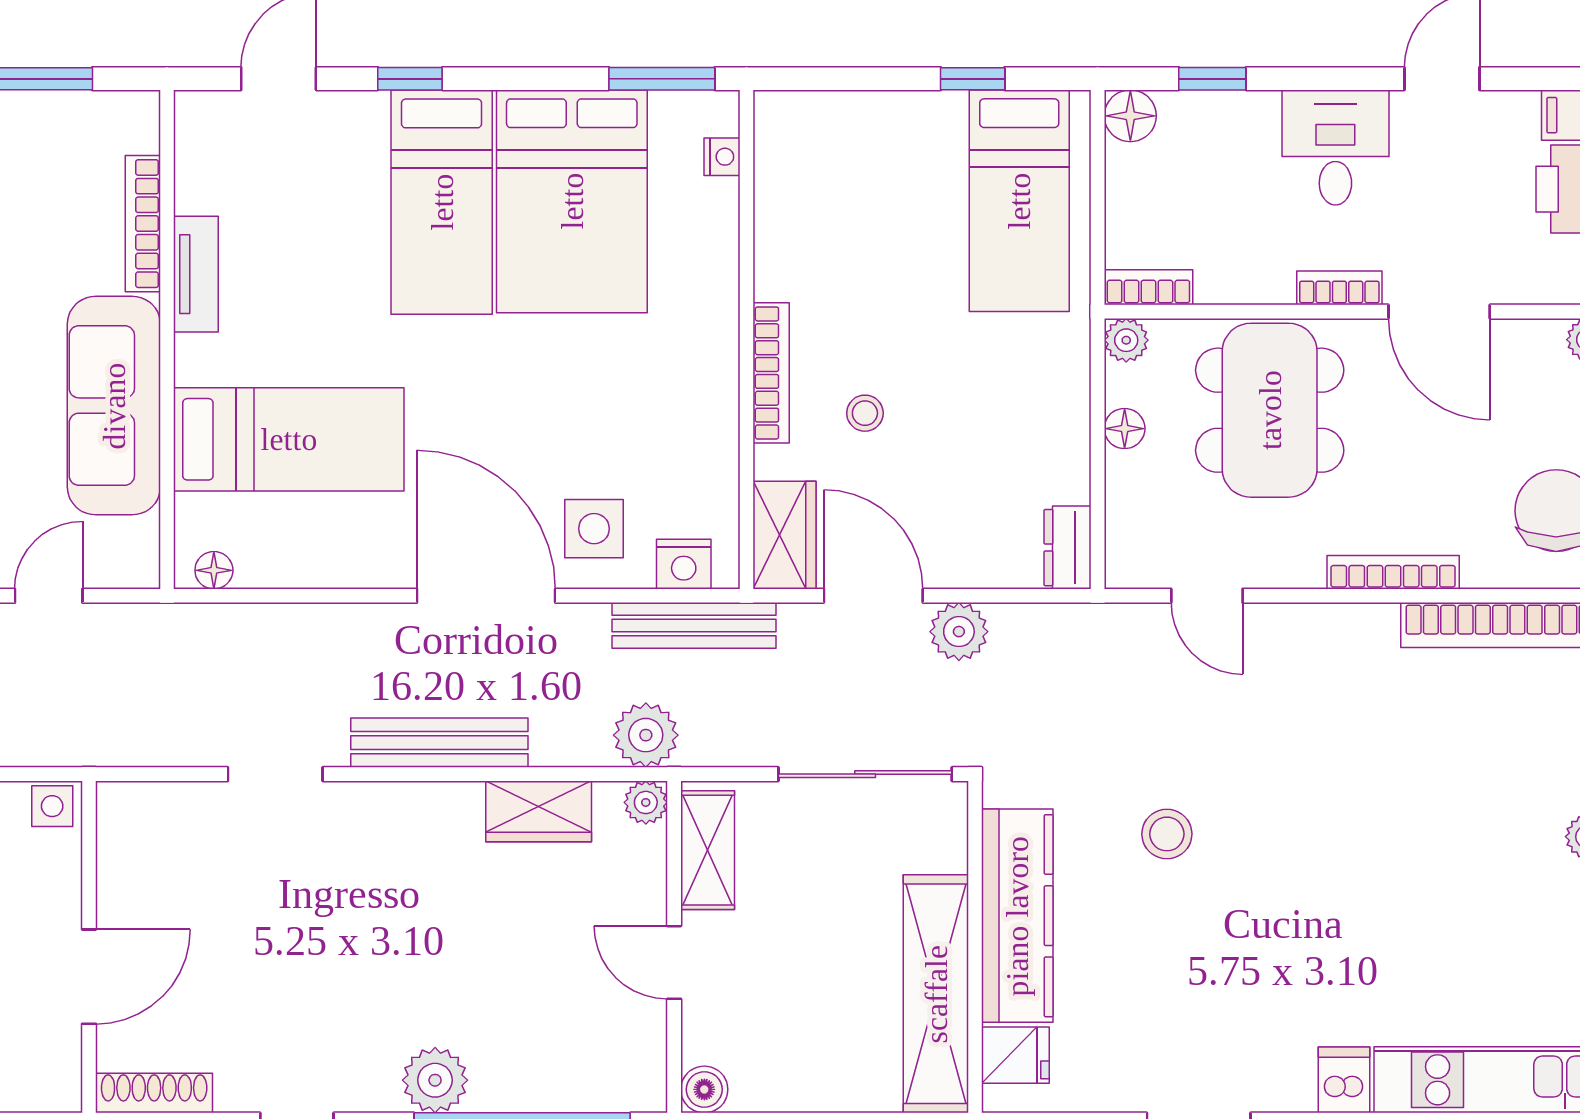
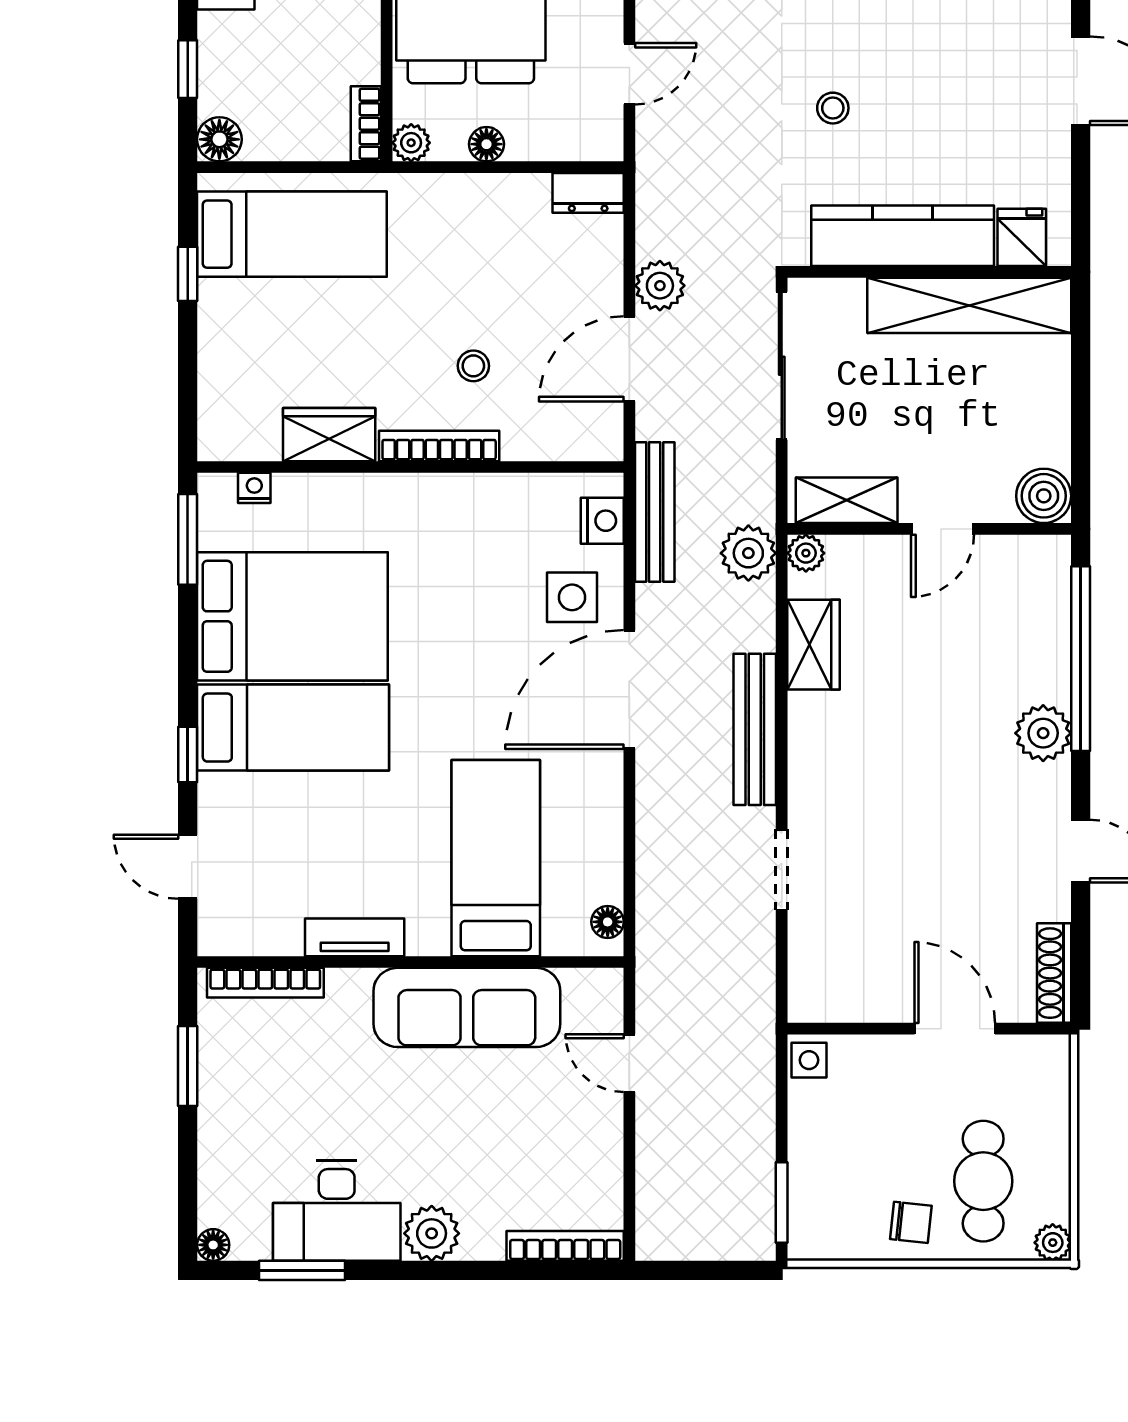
bookcase: (143, 224) -> (265, 983), moved
wardrobe: (785, 535) -> (329, 435), moved
stool: (1167, 834) -> (833, 108), width x0.73, depth x0.73
boiler: (704, 1089) -> (1044, 496), width x1.36, depth x1.36

